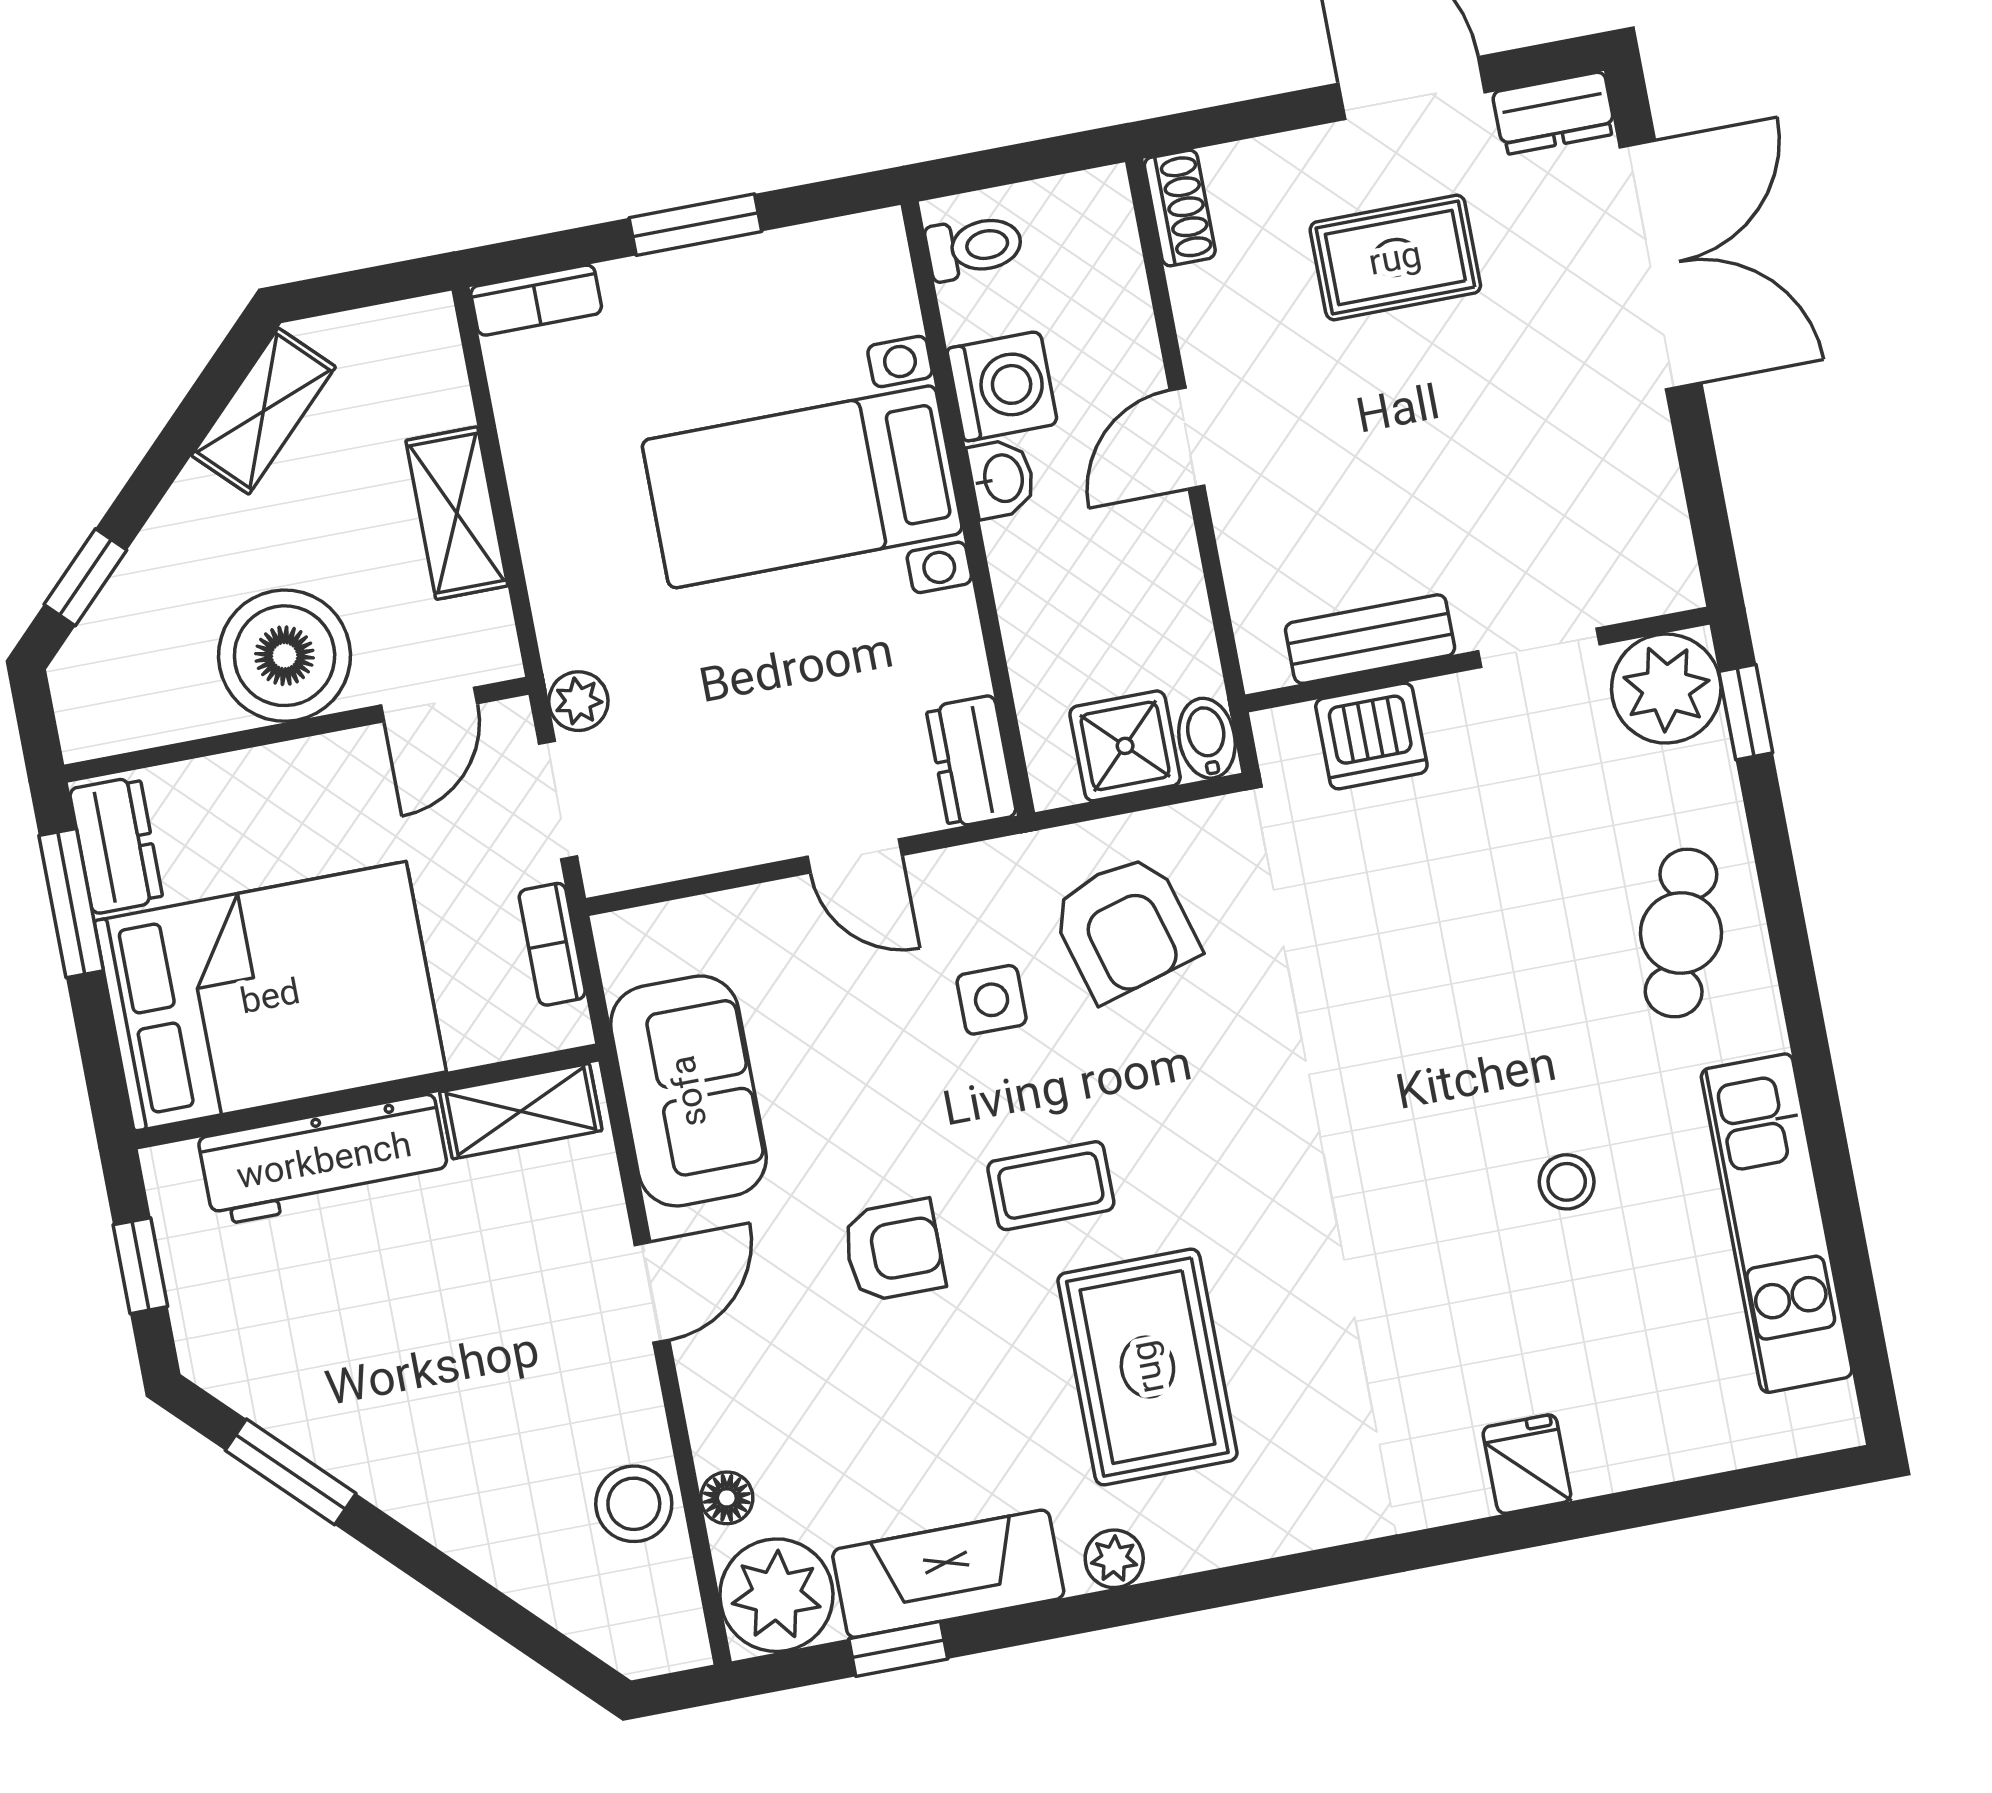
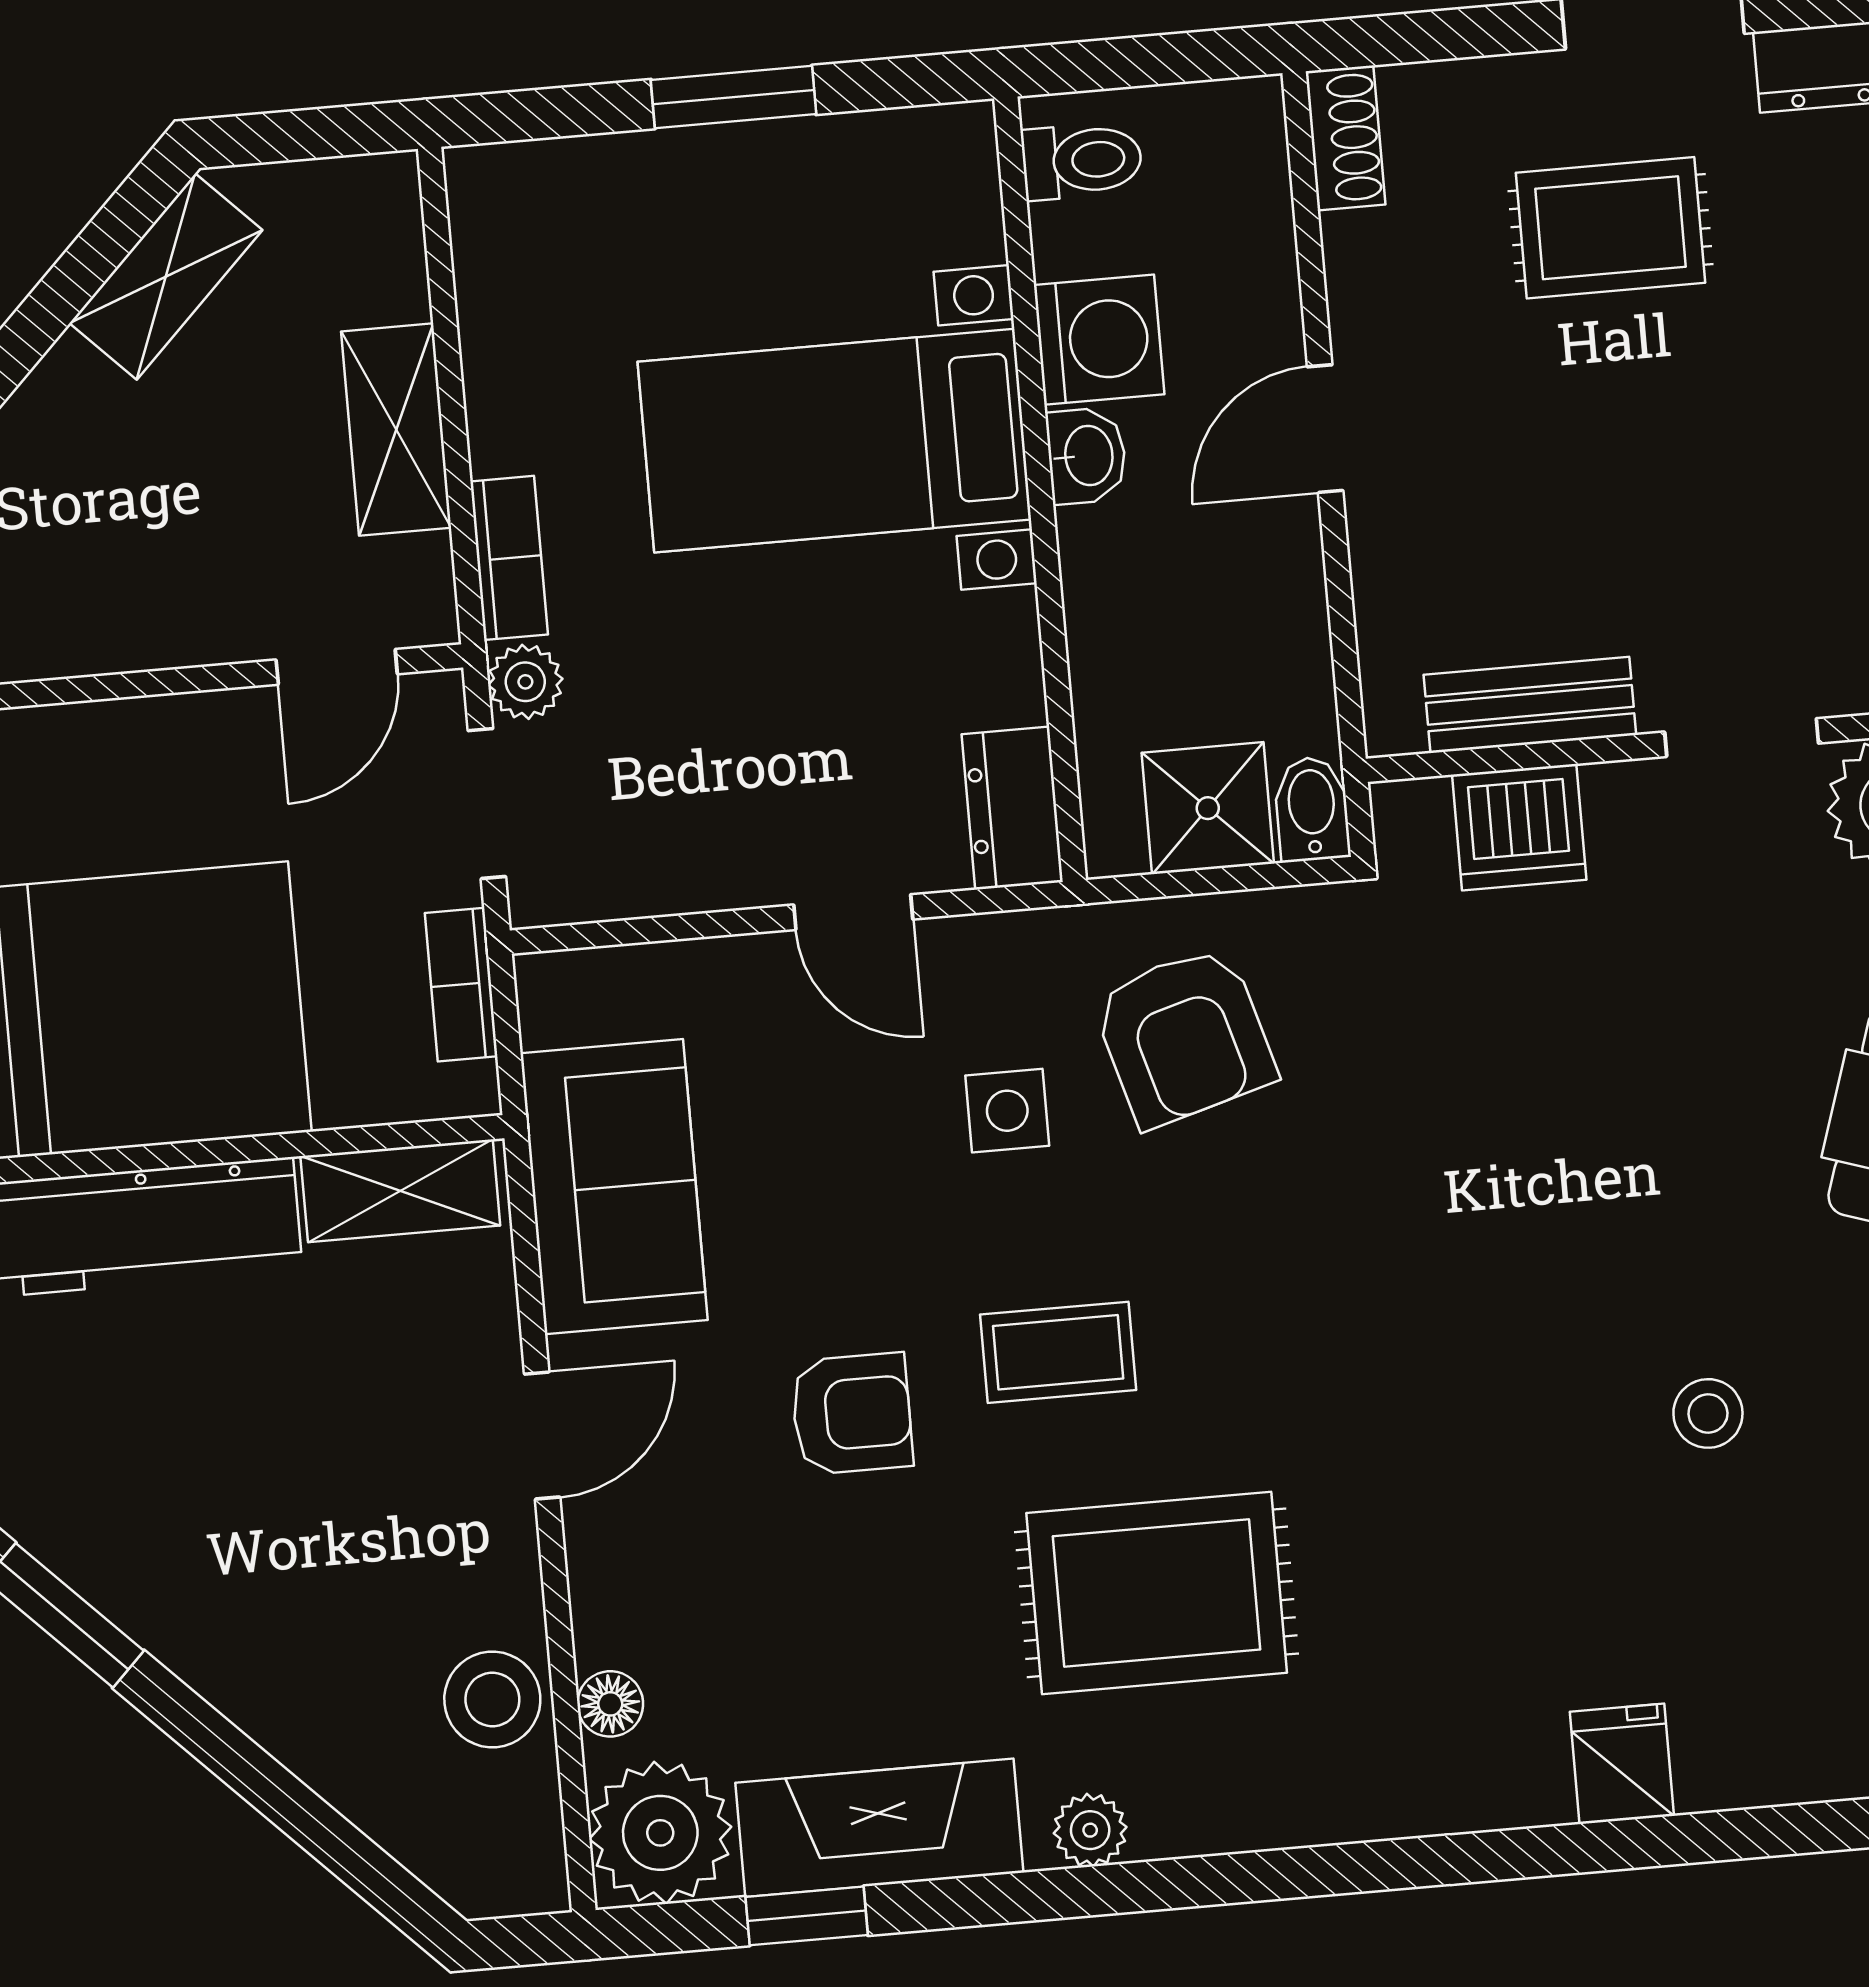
bookcase: (536, 300) -> (509, 558), moved, turned -90
boiler: (285, 656) -> (161, 587), removed
rug: (1147, 1367) -> (1157, 1593), turned 90

